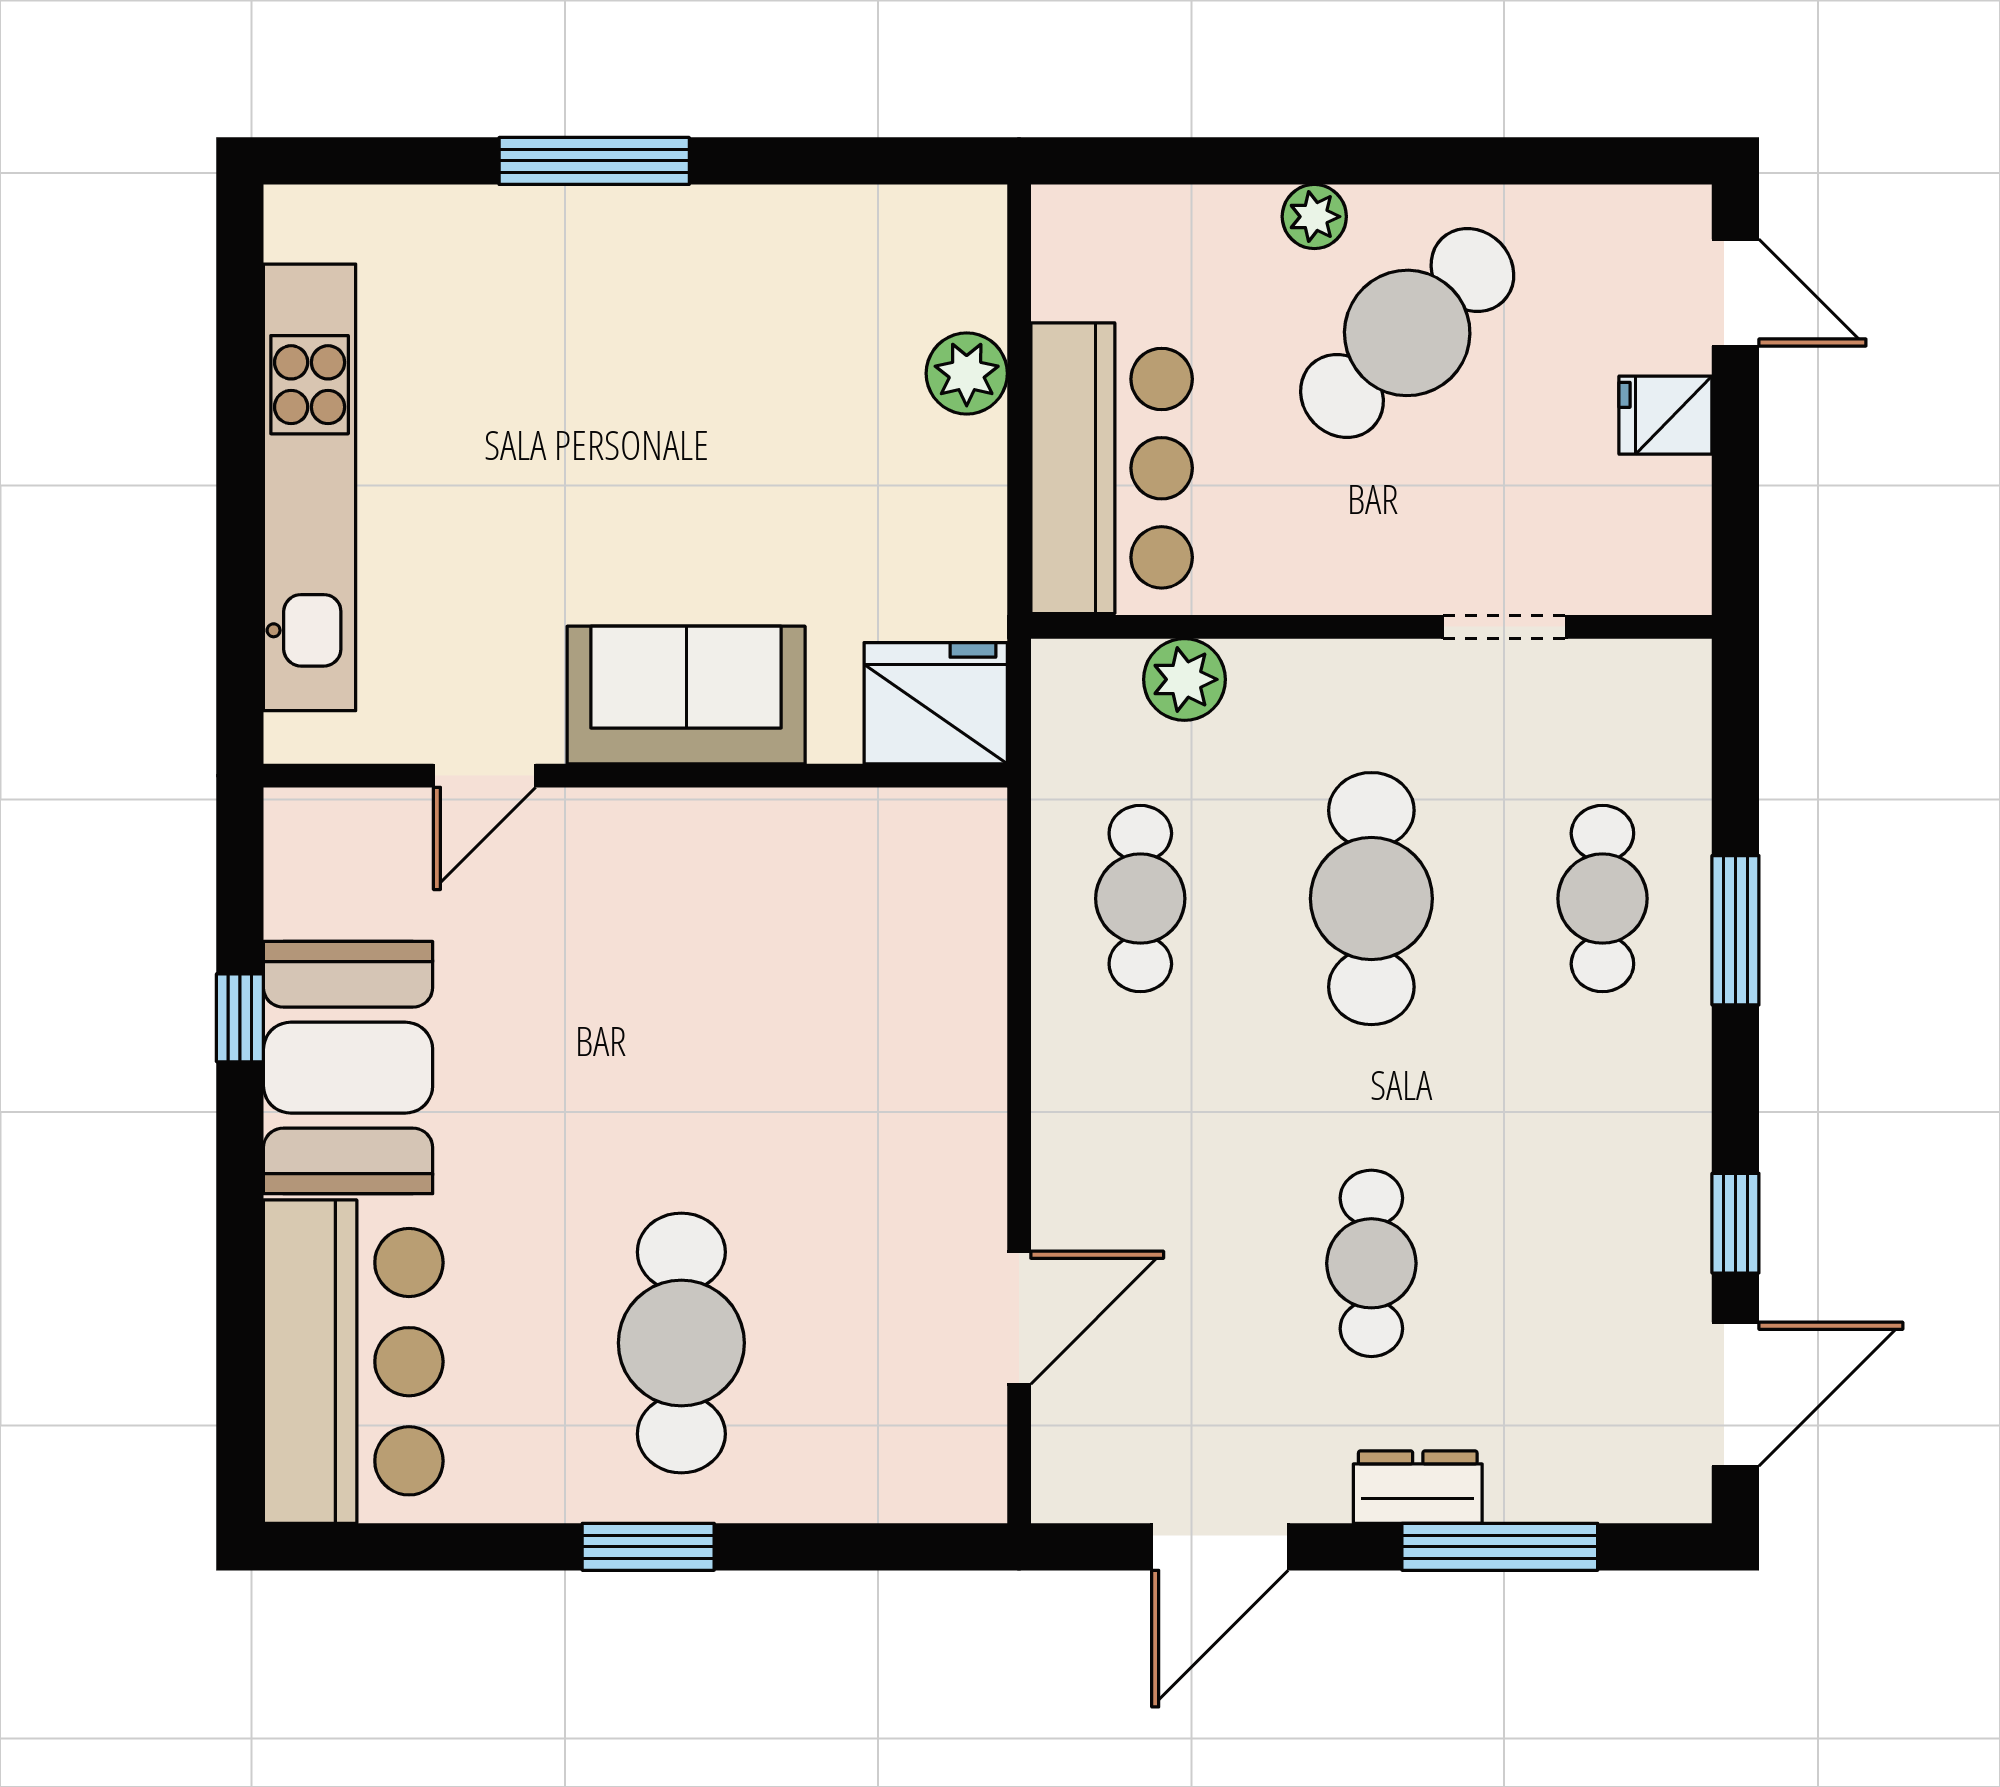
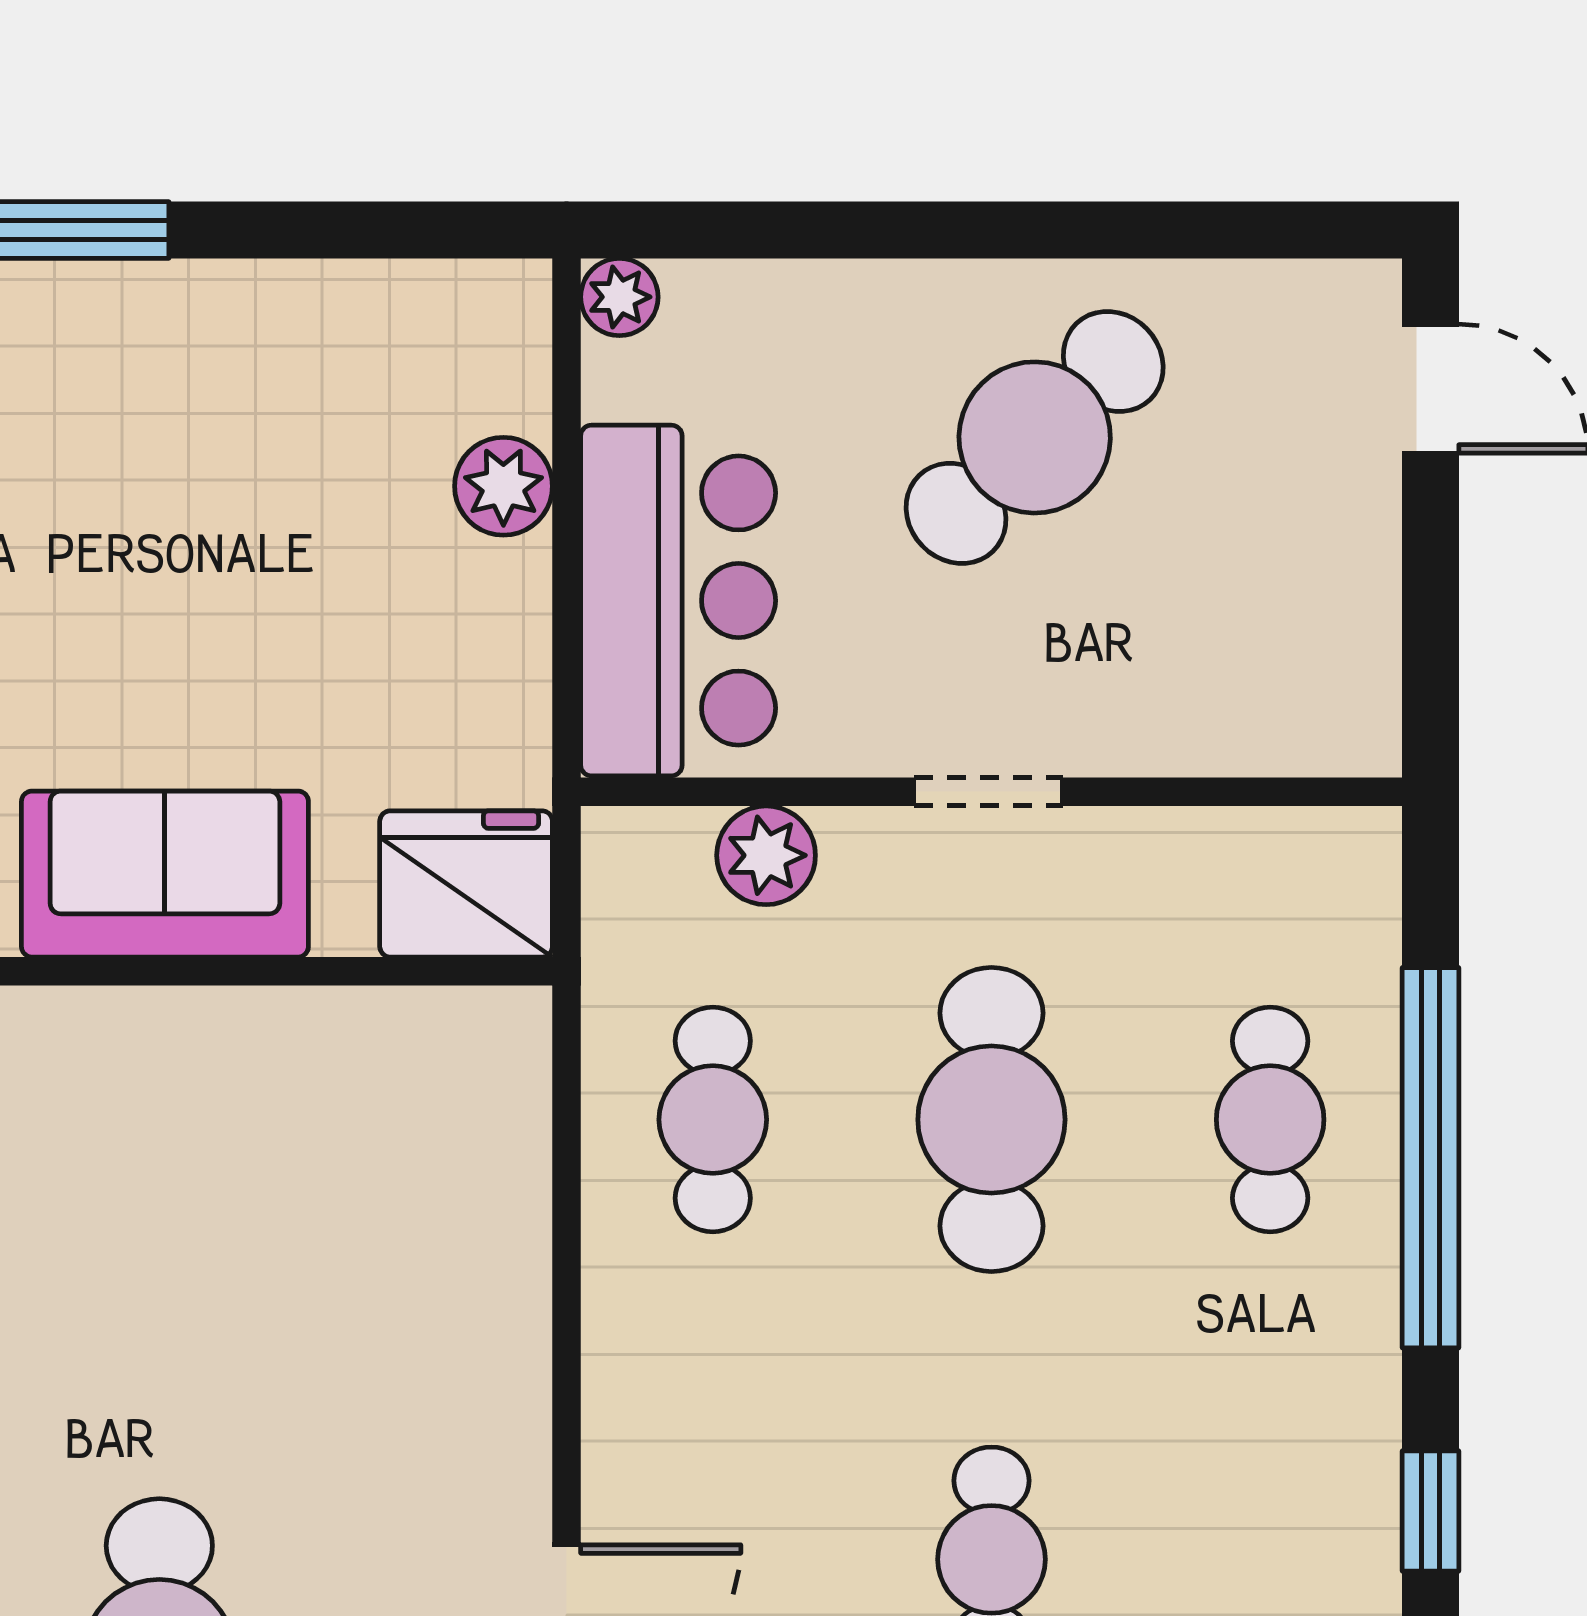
plant: (1314, 217) -> (619, 297), moved
fridge: (1665, 415) -> (1346, 537), removed
doorway: (1504, 627) -> (988, 792), moved
window: (1735, 930) -> (1431, 1158), width x2.11

